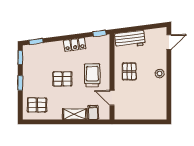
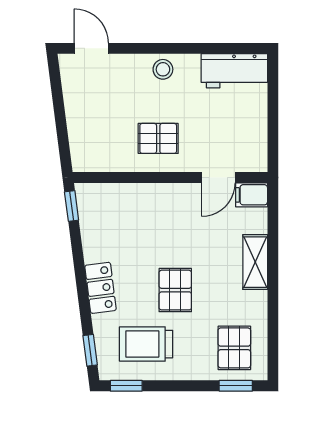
workbench: (130, 39) -> (234, 71), moved, turned 97
locker: (75, 45) -> (101, 288), moved
trolley: (92, 75) -> (146, 344), moved
window: (20, 83) -> (236, 386), moved
filing cabinet: (93, 112) -> (252, 195), moved

